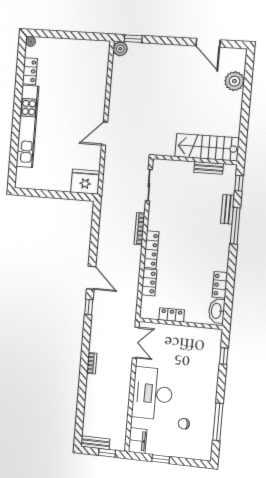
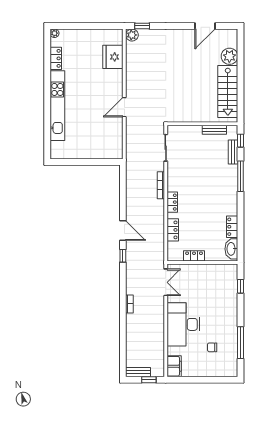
door: (208, 43) -> (205, 26), hinge flipped
stairs: (207, 147) -> (228, 91), moved, turned -90
fridge: (85, 182) -> (113, 57), moved, turned -90
bench: (228, 209) -> (233, 152), moved
locker: (151, 250) -> (172, 202), width x0.66
window: (161, 459) -> (195, 380), removed

